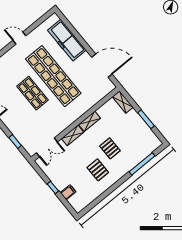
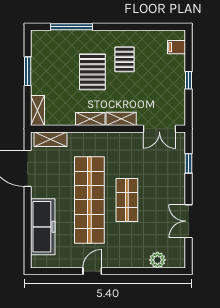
door: (19, 38) -> (92, 271), swing flipped
shelving: (102, 92) -> (51, 139), added
double door: (47, 147) -> (159, 129), swing flipped
pallet: (110, 148) -> (92, 72), width x1.50, depth x1.42
filing cabinet: (68, 192) -> (177, 47), moved

